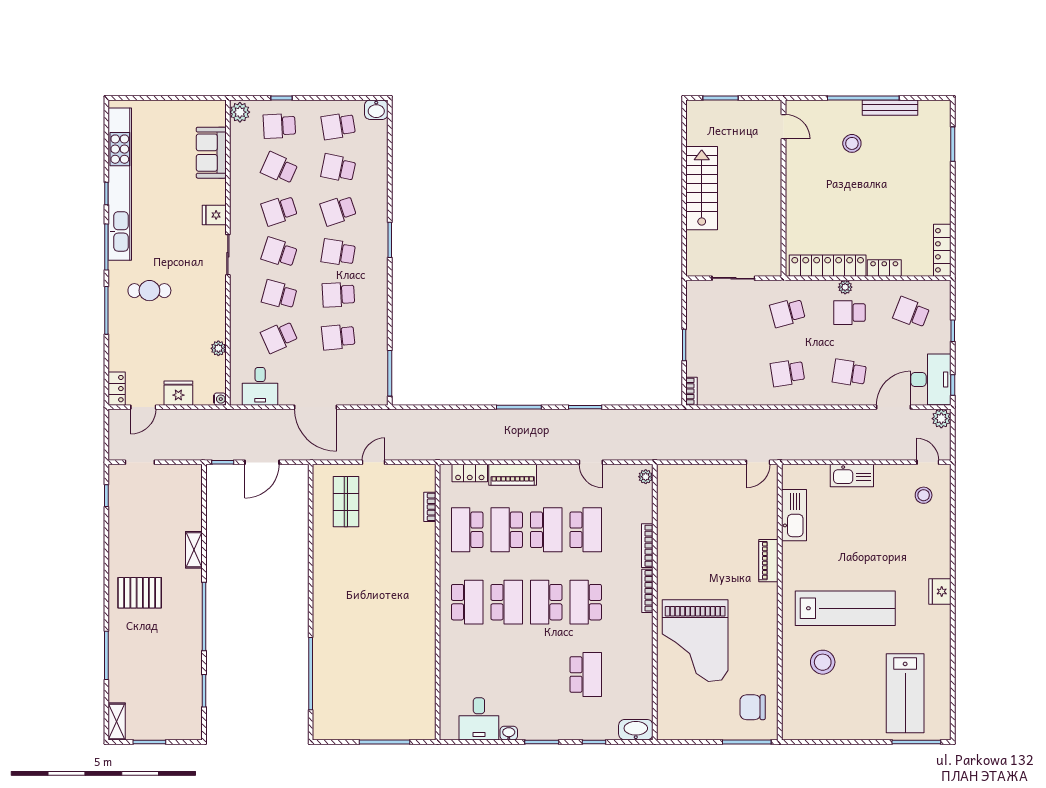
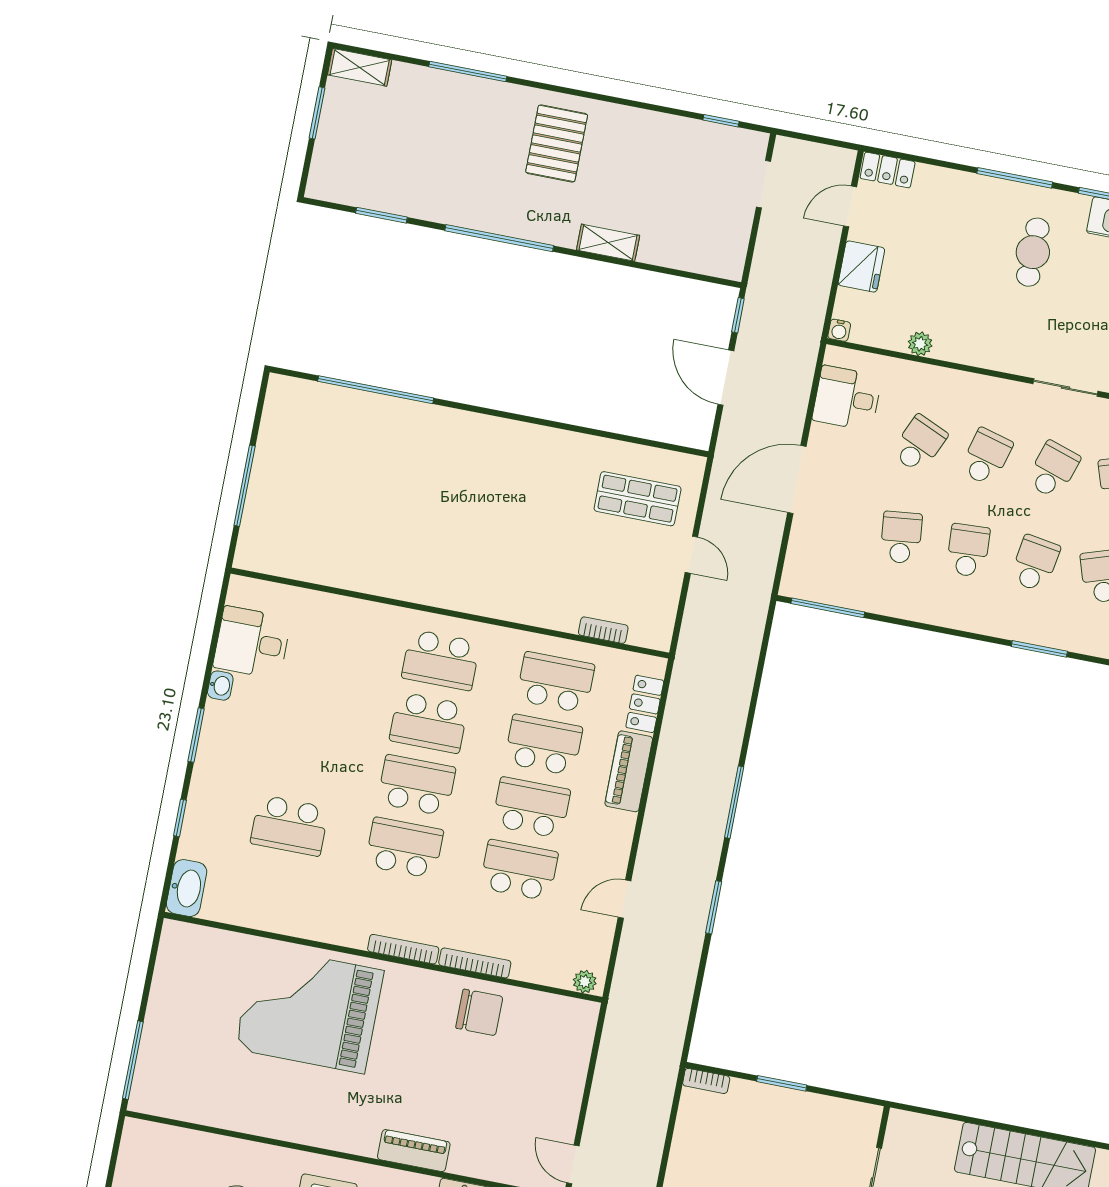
school desk: (279, 337) -> (919, 444), turned 48
door: (143, 407) -> (850, 206), hinge flipped
school desk: (546, 530) -> (531, 808), turned 180
school desk: (586, 530) -> (519, 870), turned 180
chair: (753, 707) -> (479, 1012), moved, turned 90

